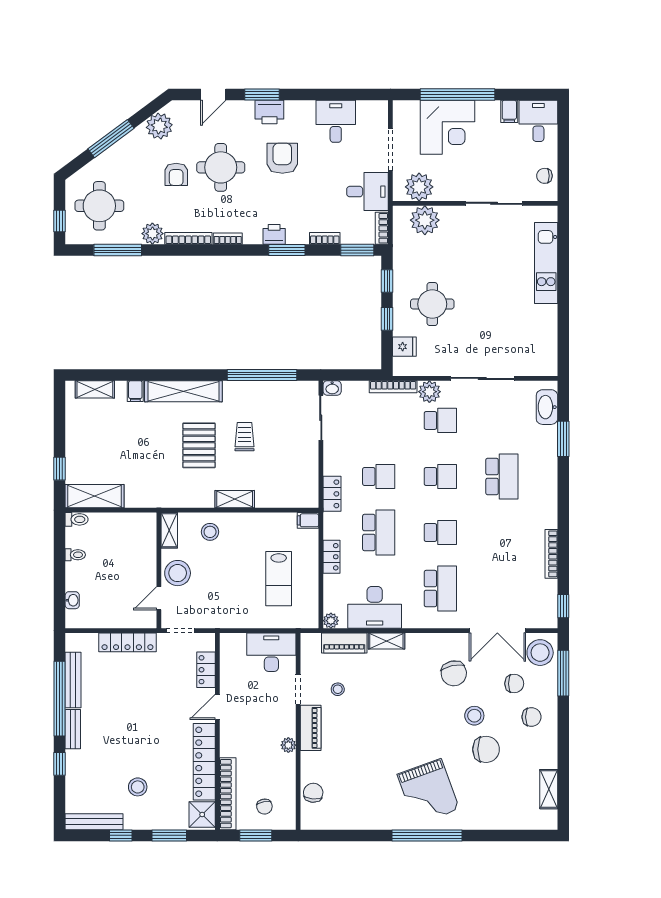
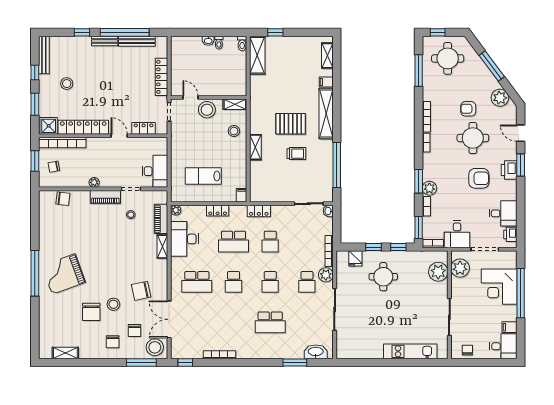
plant: (152, 234) -> (429, 188), moved
printer: (274, 234) -> (510, 234), moved, turned 180
washbasin: (72, 600) -> (208, 41), moved

